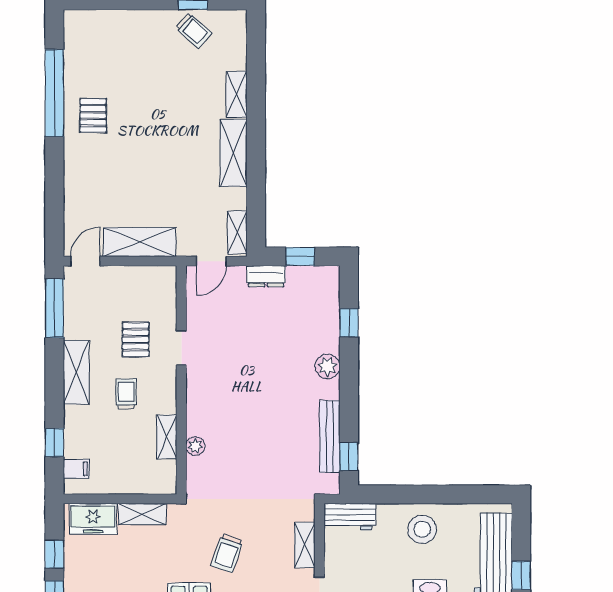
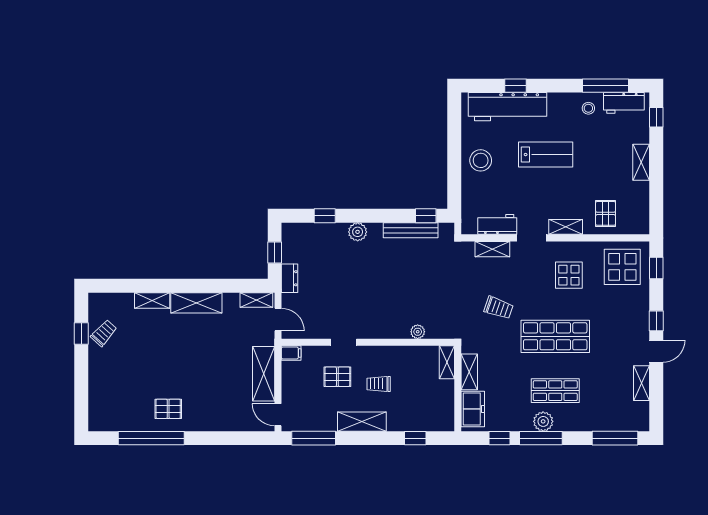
shelving: (167, 437) -> (447, 362), moved, turned 90
filing cabinet: (76, 469) -> (291, 353), moved, turned 90
workbench: (350, 517) -> (497, 224), moved, turned -90

